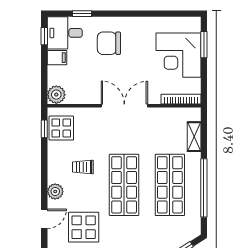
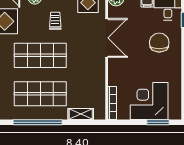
double door: (124, 106) -> (107, 38), moved

